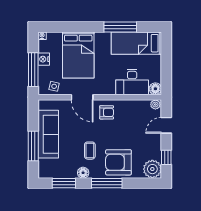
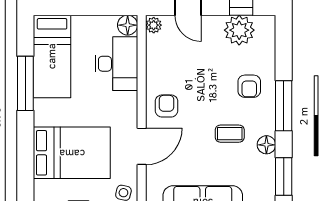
armchair: (118, 162) -> (249, 86), width x0.53, depth x0.53
plant: (152, 169) -> (239, 30), moved

